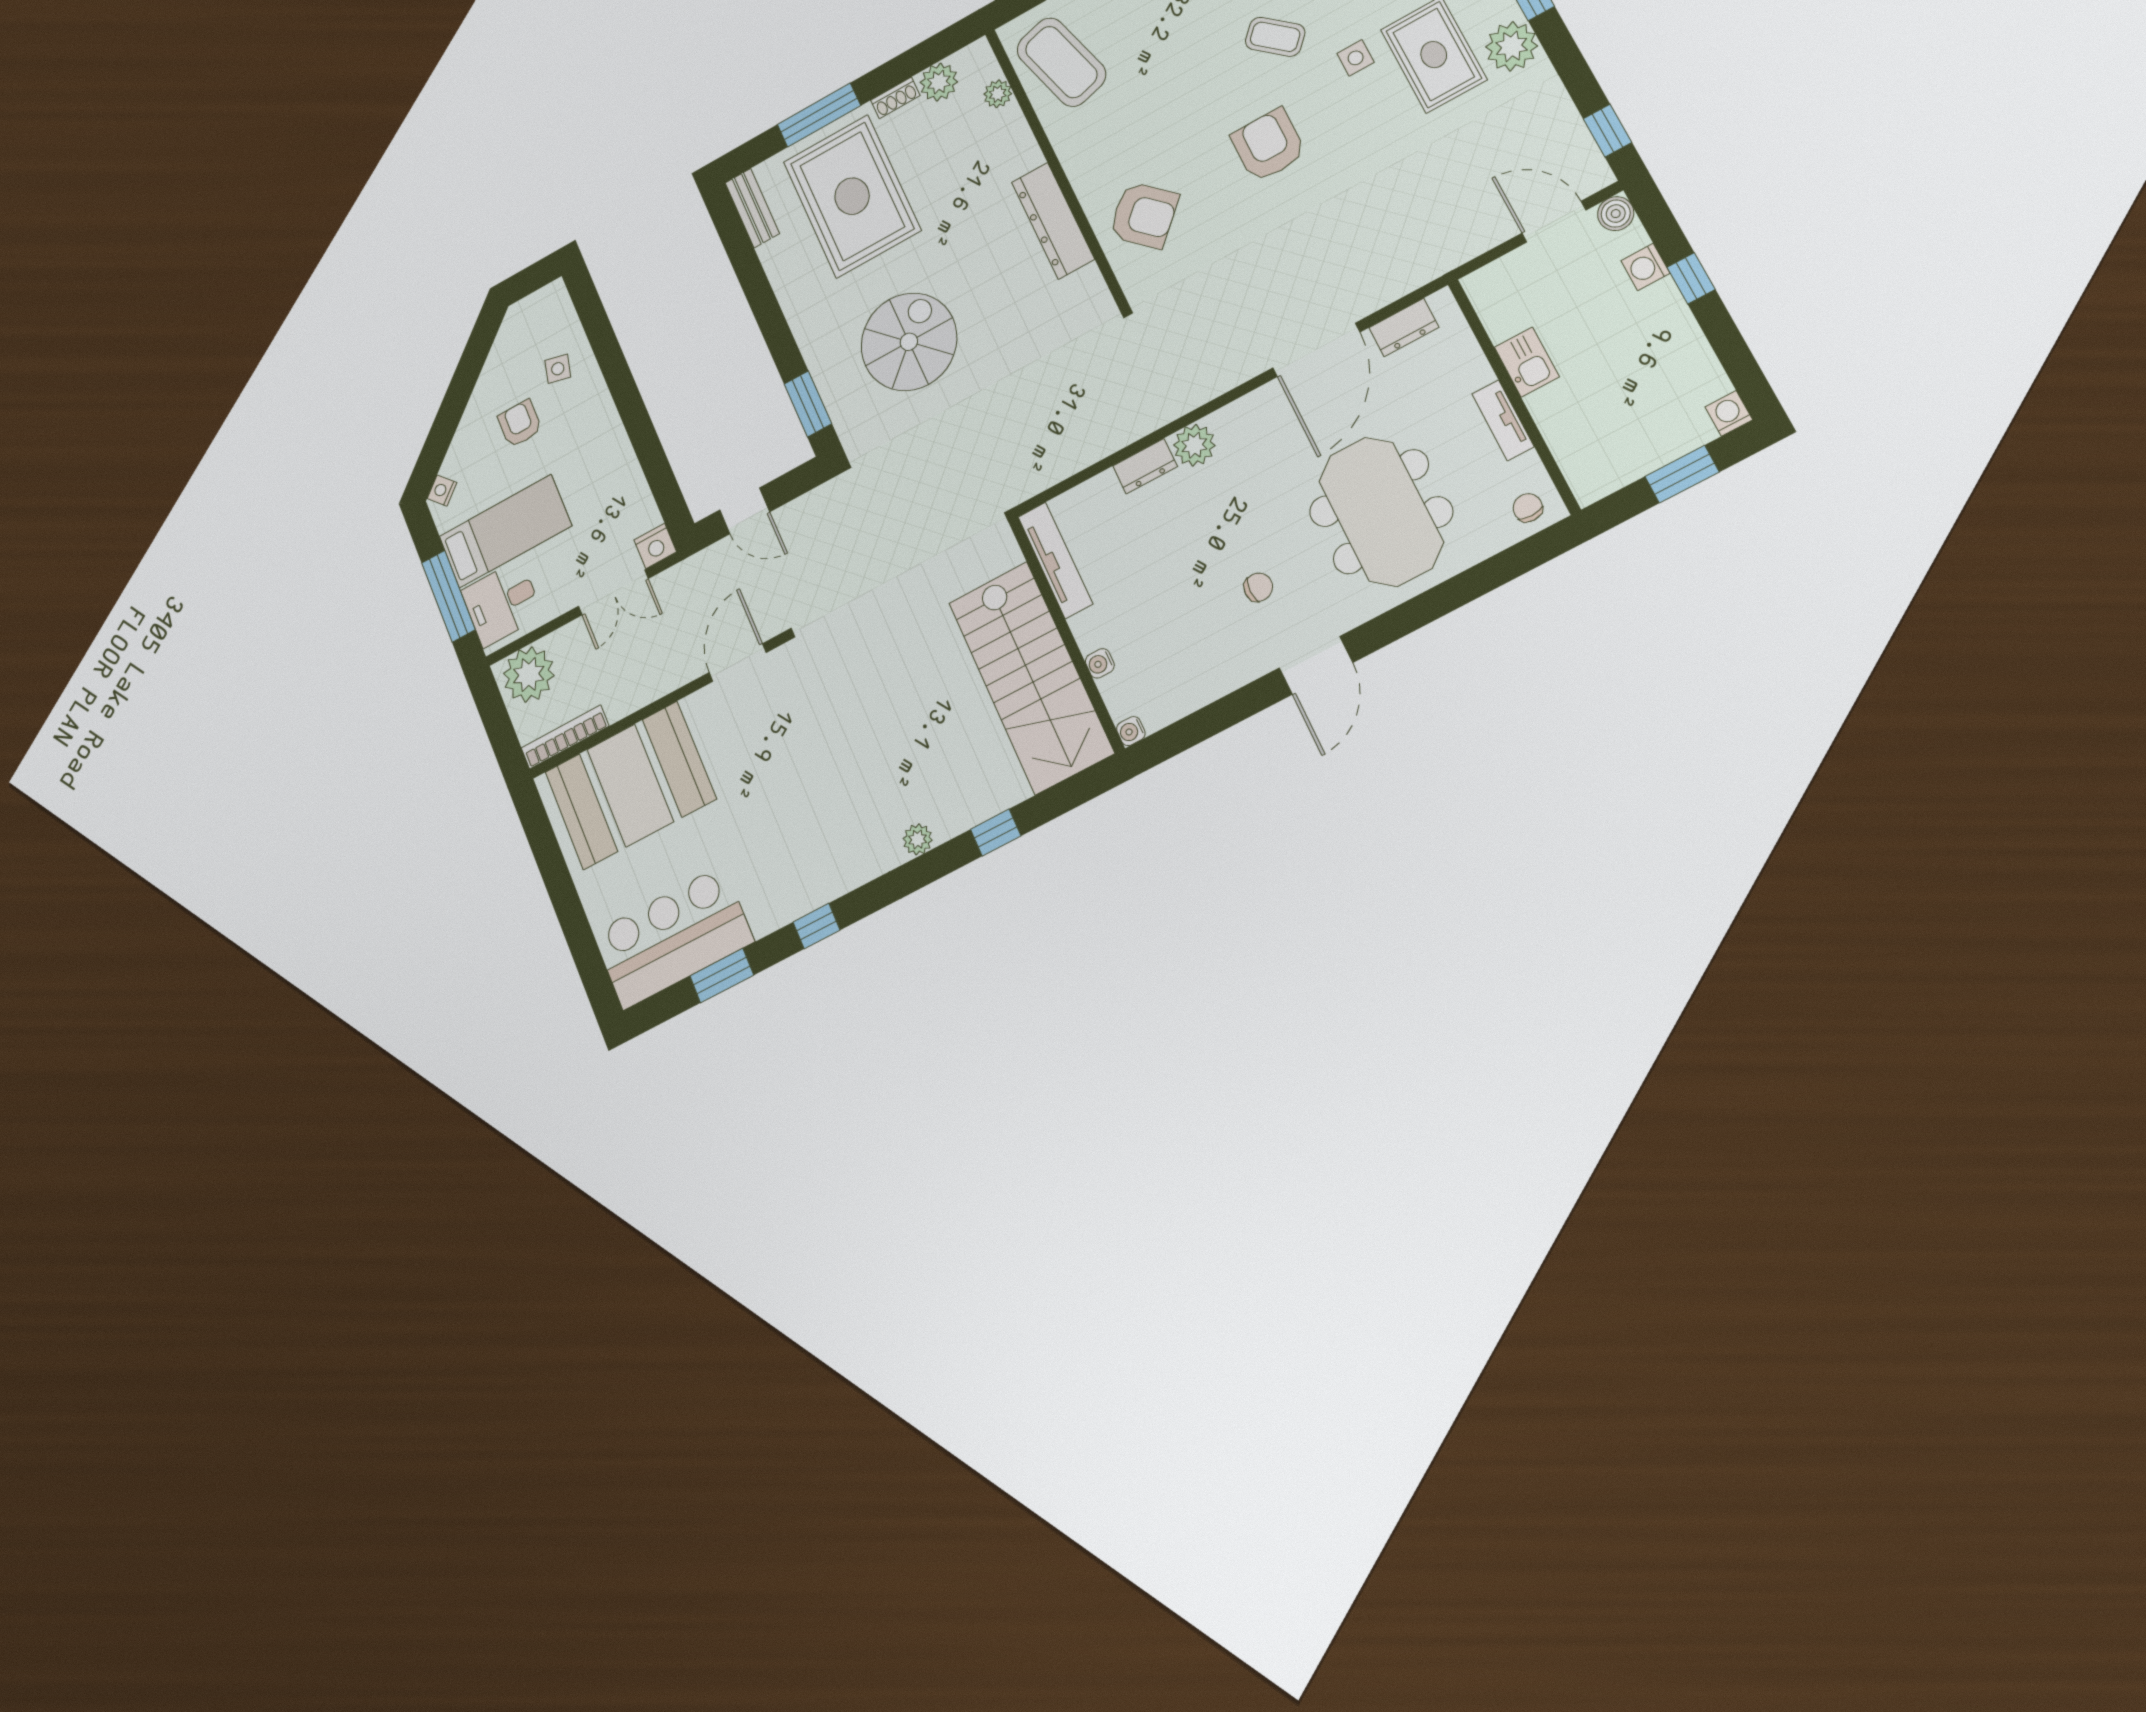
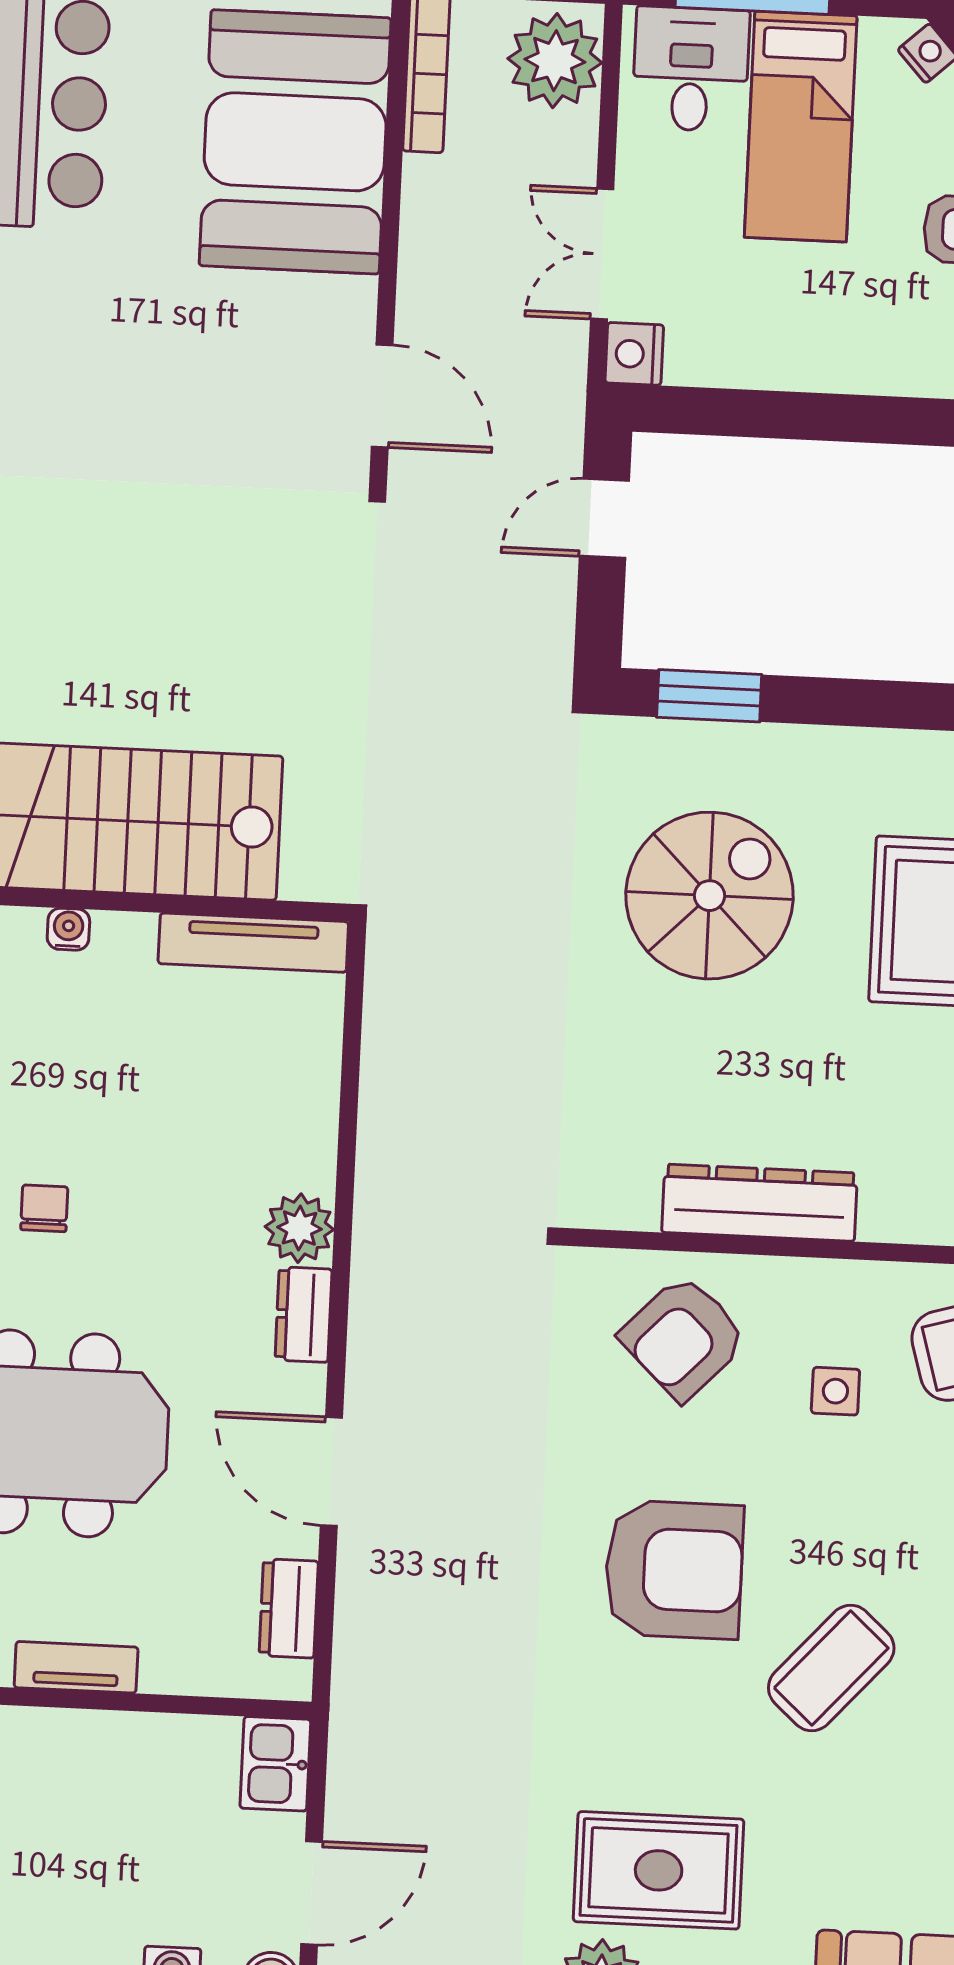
coffee table: (1275, 37) -> (831, 1668), width x1.36, depth x1.30
side table: (1356, 58) -> (835, 1391), moved
armchair: (1268, 145) -> (674, 1570), width x1.36, depth x1.36
spiral stairs: (909, 342) -> (710, 896), turned -90
door: (1316, 350) -> (331, 1472), width x0.73
kitchen sink: (1527, 362) -> (275, 1764), moved, turned 90
dresser: (1145, 466) -> (304, 1315), moved
chair: (1258, 587) -> (44, 1208), turned 180

